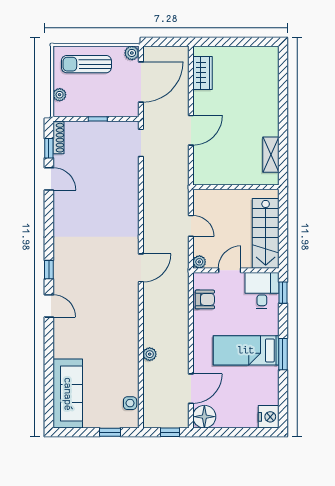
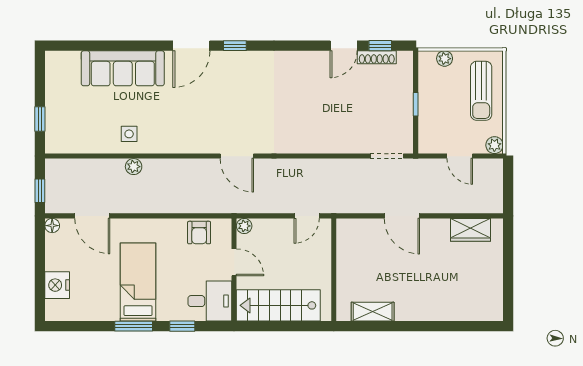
sun lounger: (86, 64) -> (481, 91), turned 180
door: (141, 82) -> (460, 156), width x0.53
shoe rack: (58, 138) -> (377, 57), moved
door: (191, 226) -> (307, 216), moved
window: (283, 293) -> (182, 326), moved
door: (49, 306) -> (191, 46), width x1.38
sofa: (68, 394) -> (123, 68), moved
side table: (130, 403) -> (129, 134), moved
floor lamp: (204, 417) -> (52, 226), width x0.53, depth x0.53
nightstand: (269, 417) -> (57, 285), moved, turned 90

